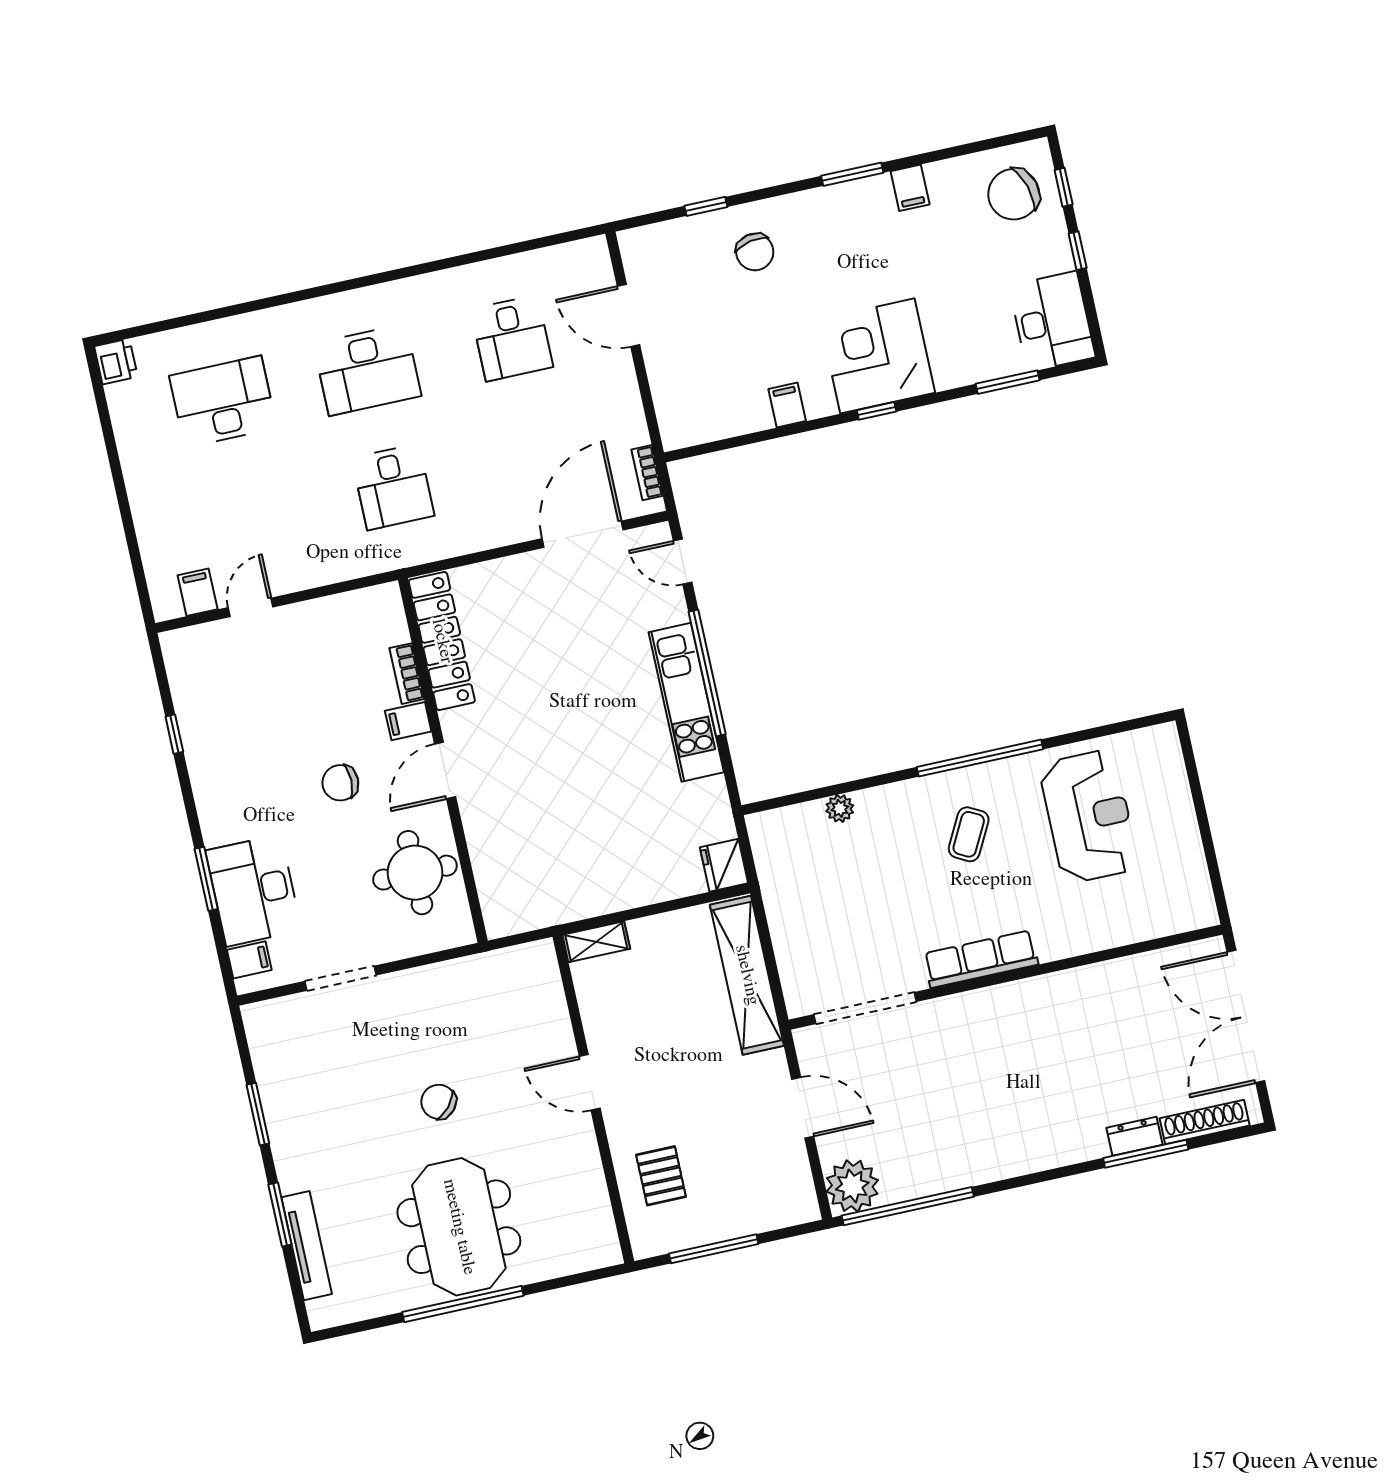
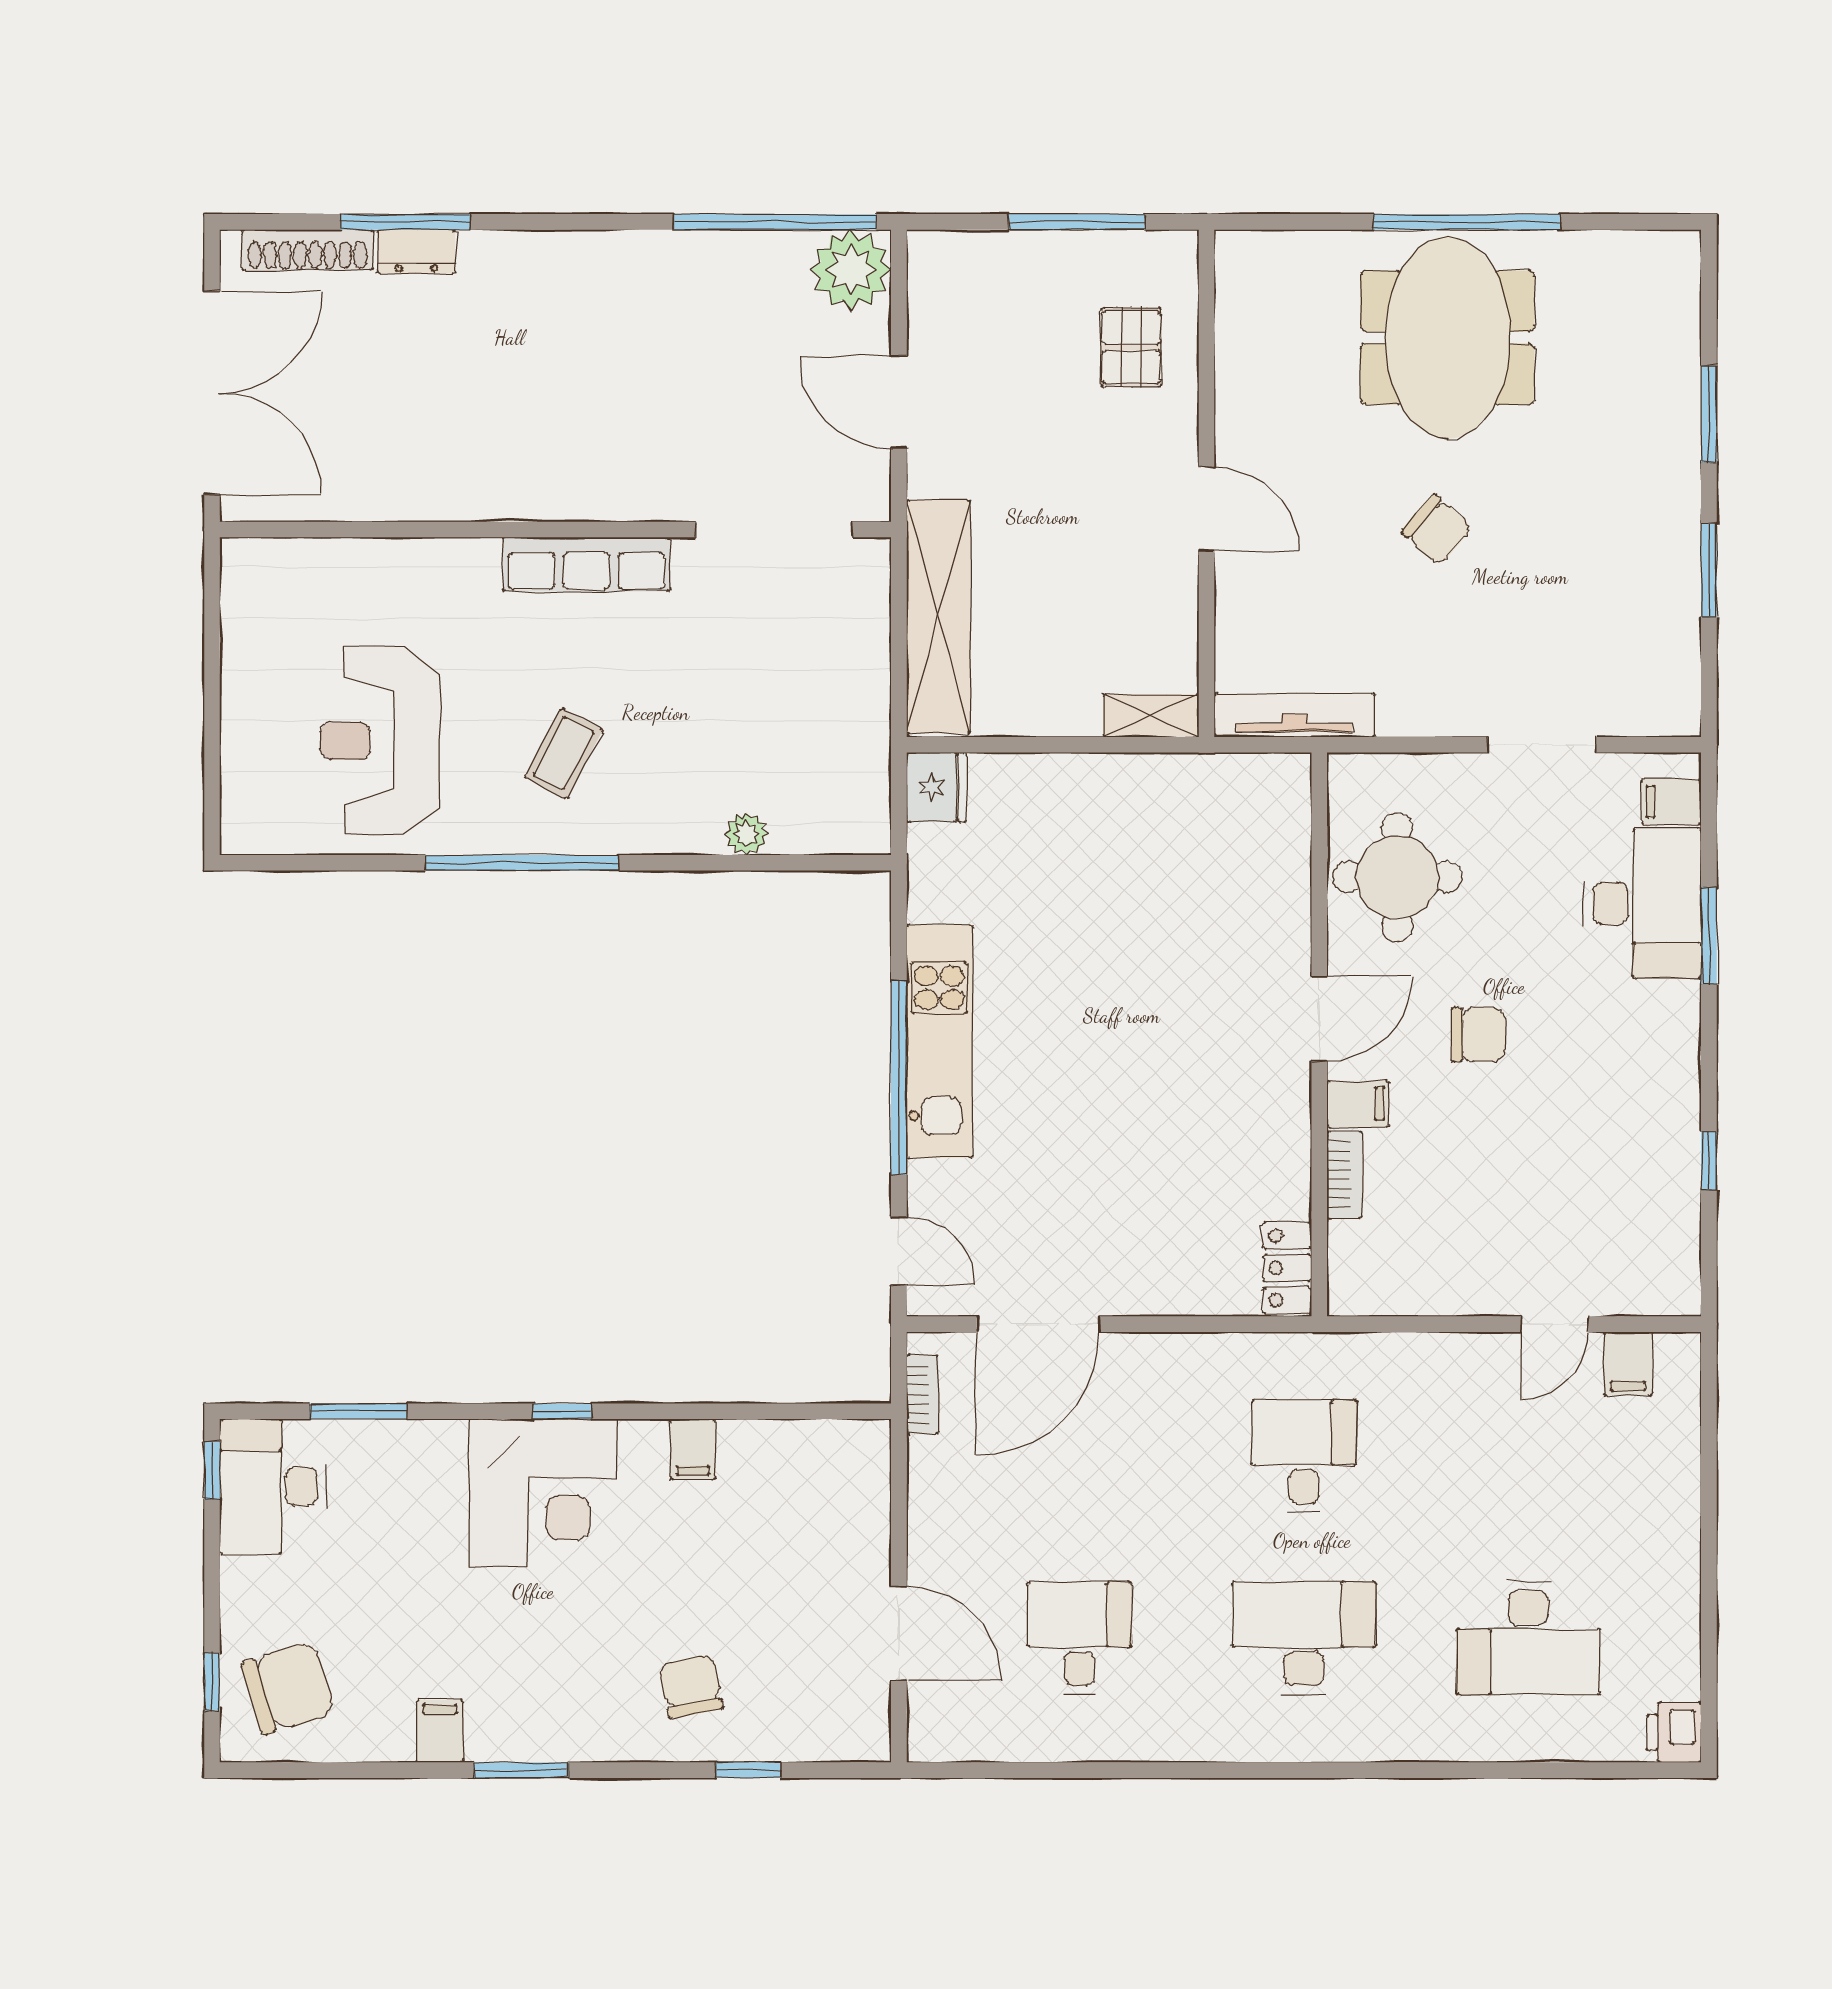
window: (1078, 251) -> (212, 1470), moved
locker: (442, 641) -> (1287, 1268), width x0.46, depth x0.83
tv unit: (307, 1246) -> (1294, 715), moved, turned 90

